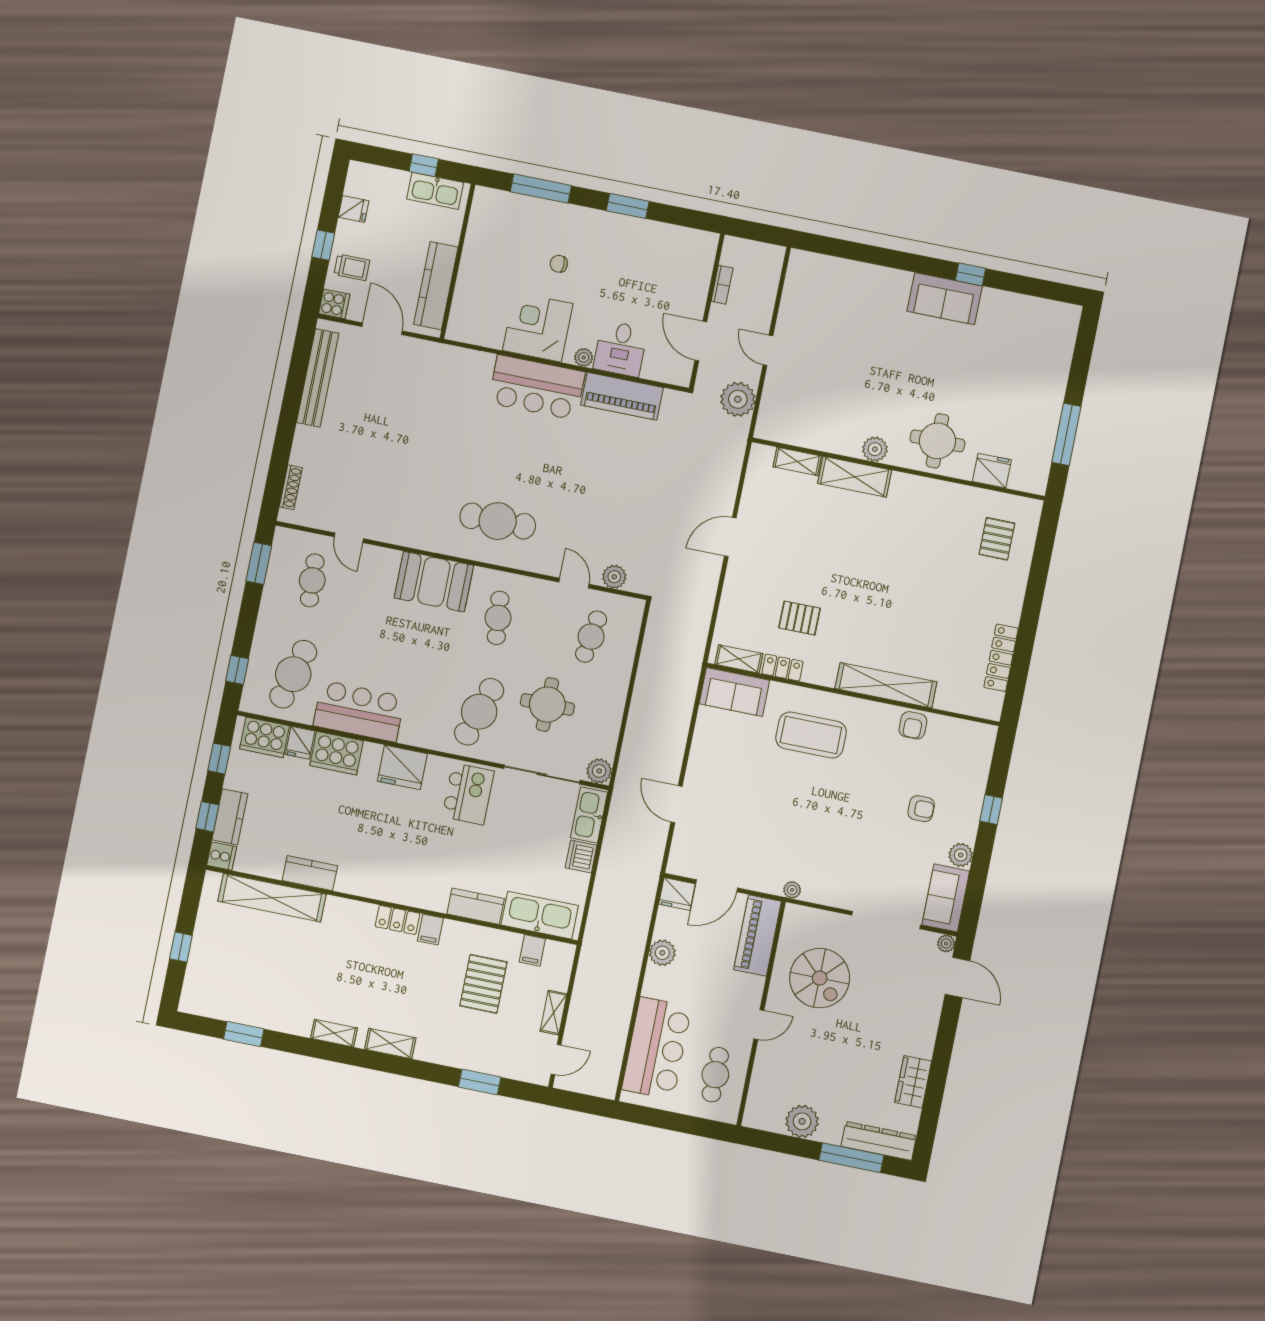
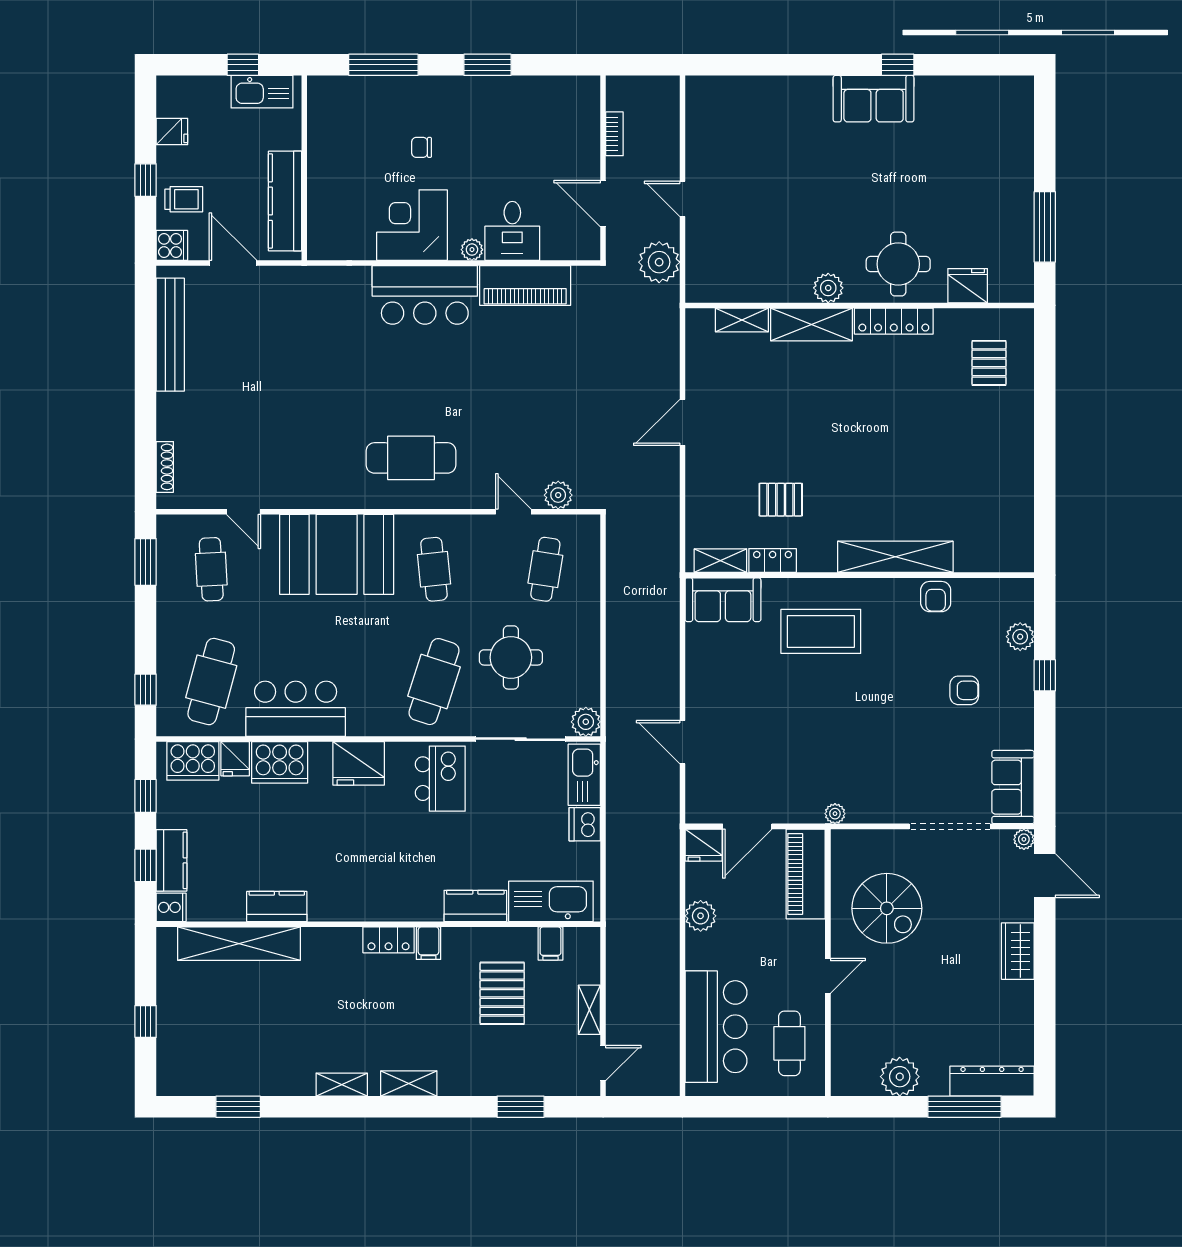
booth: (434, 582) -> (337, 554), width x1.36, depth x1.42
locker: (1001, 658) -> (894, 321), moved, turned -90
plant: (961, 855) -> (1020, 637), moved
wardrobe: (913, 1082) -> (1018, 951), moved

